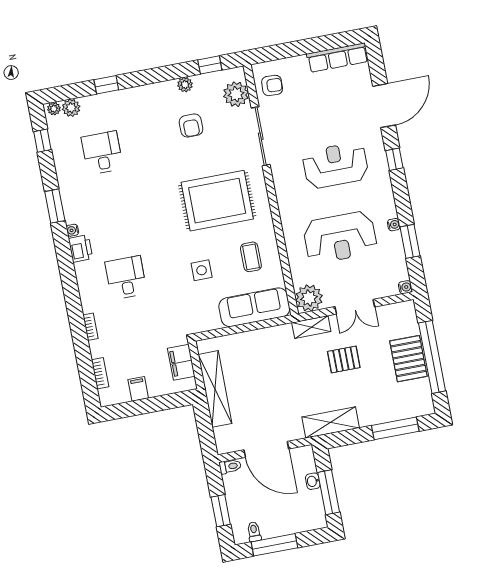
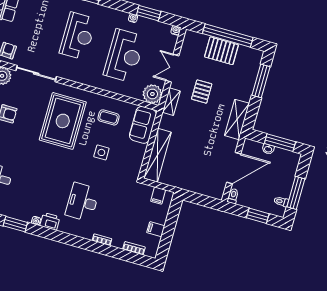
reception desk: (335, 165) -> (78, 36), turned 180
desk: (126, 278) -> (82, 202), width x1.37
sofa: (254, 307) -> (143, 125), width x0.73
double door: (355, 307) -> (172, 68), swing flipped
filing cabinet: (181, 362) -> (158, 196), width x0.50
shelving: (215, 389) -> (158, 155), moved, turned 90

